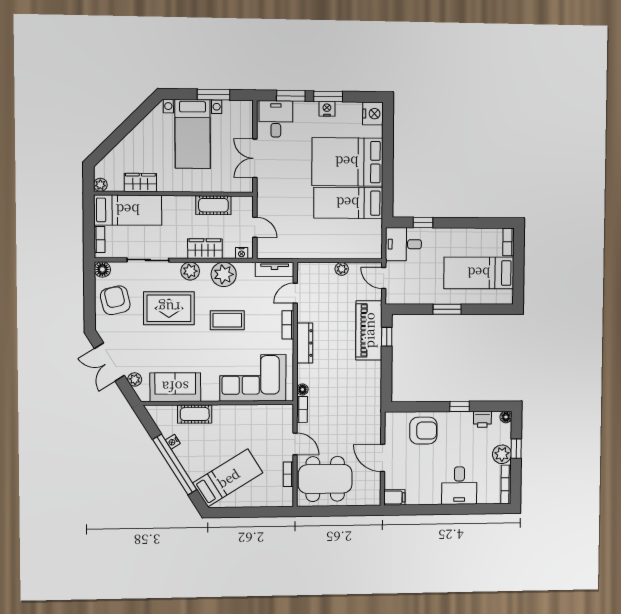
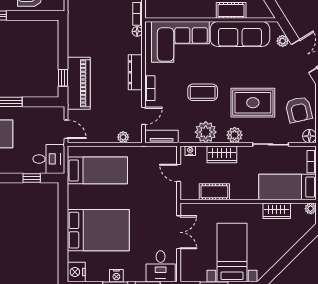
bed: (348, 203) -> (97, 170), moved
plant: (342, 269) -> (123, 137), moved
sofa: (175, 387) -> (240, 34), width x1.36

